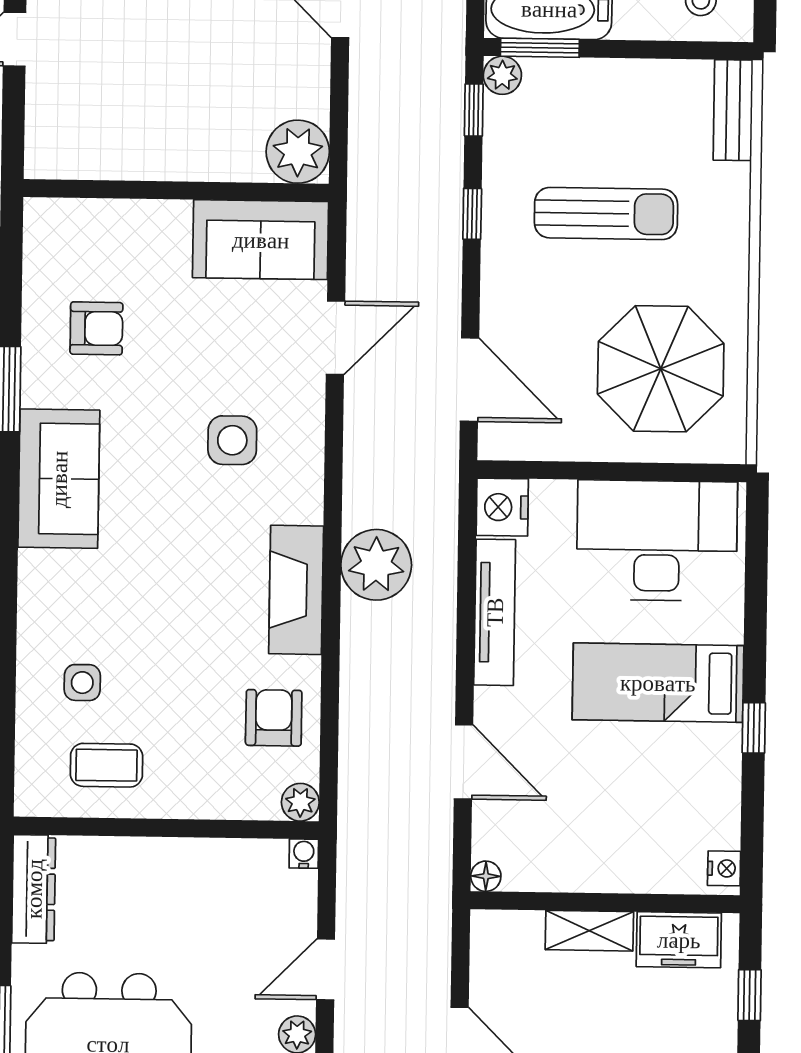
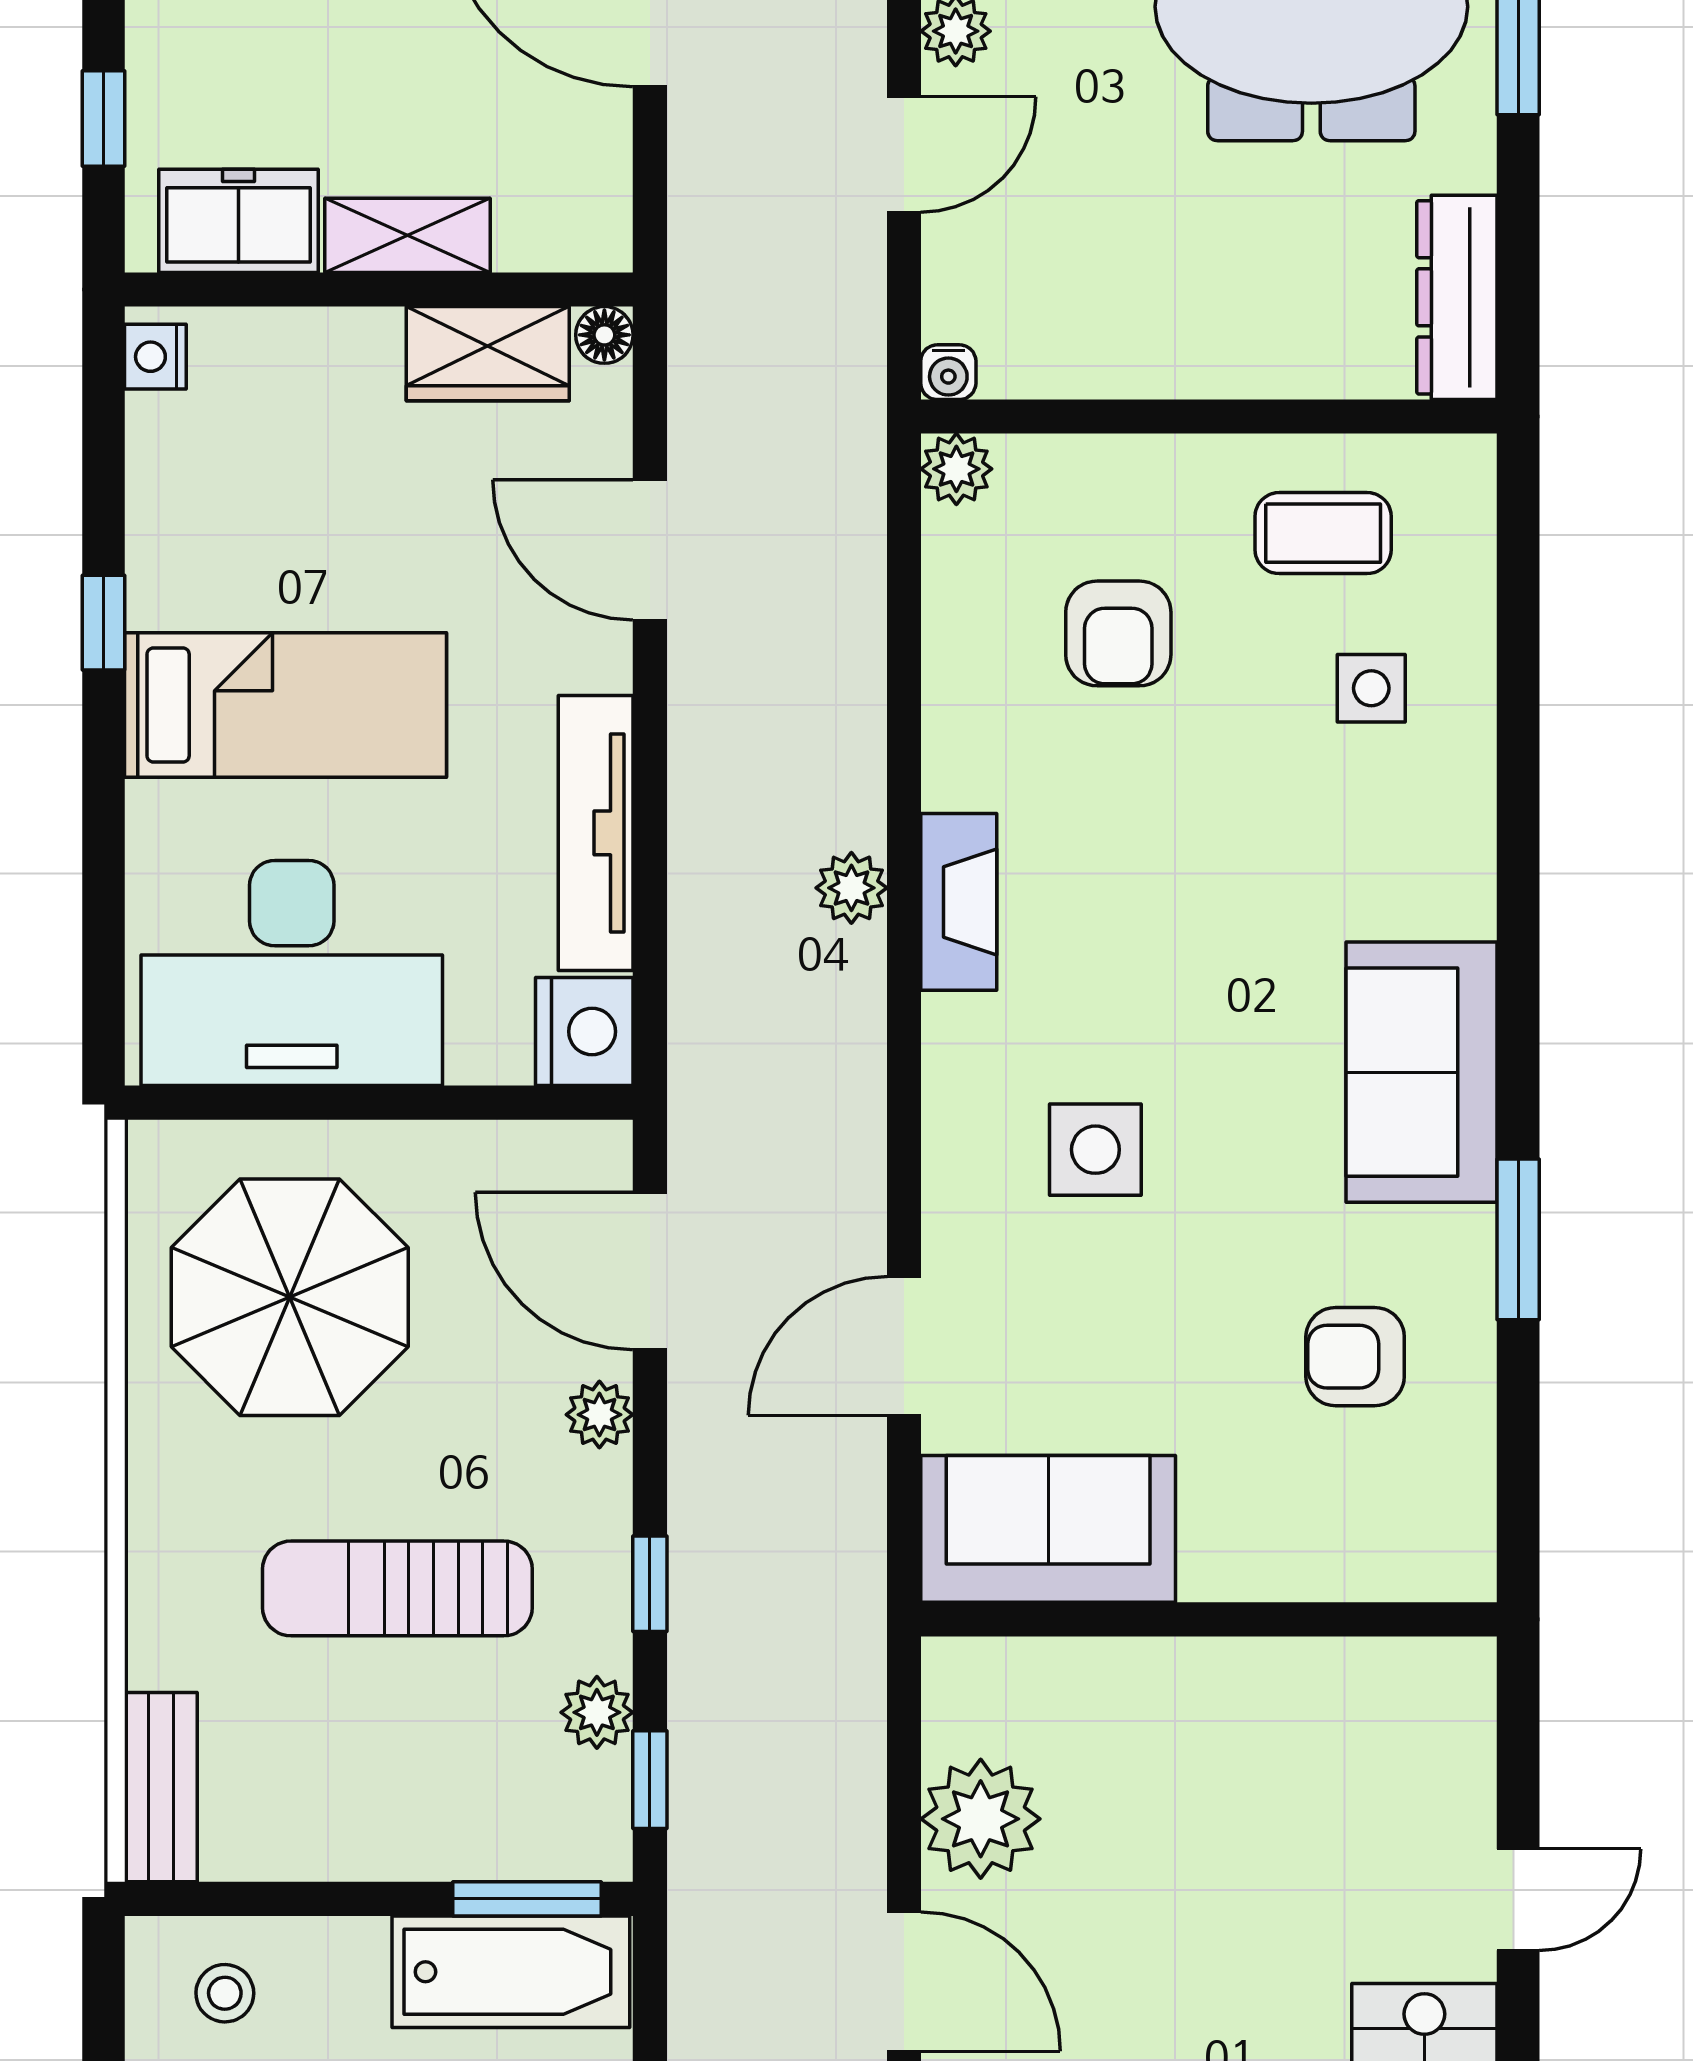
plant: (502, 75) -> (597, 1712), moved
plant: (298, 152) -> (981, 1819), moved
plant: (497, 304) -> (599, 1415), added
plant: (376, 565) -> (851, 888), width x0.53, depth x0.53
fireplace: (296, 590) -> (959, 902), width x0.73, depth x0.76
armchair: (274, 718) -> (1118, 633), moved
wardrobe: (548, 867) -> (488, 354), added

